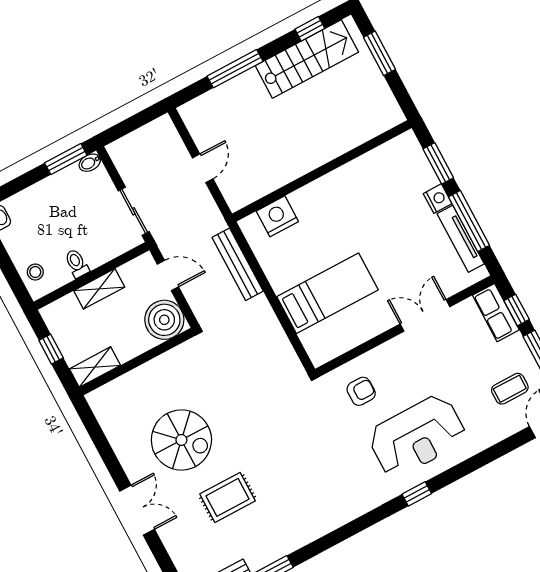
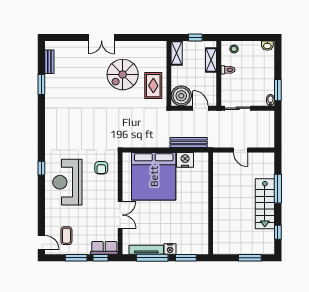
stairs: (307, 59) -> (265, 204), moved
nightstand: (277, 216) -> (185, 160), moved, turned -90
door: (168, 275) -> (200, 108), swing flipped
shelving: (99, 289) -> (211, 60), moved
bed: (327, 293) -> (154, 176), width x2.04
rug: (228, 497) -> (153, 86), moved

